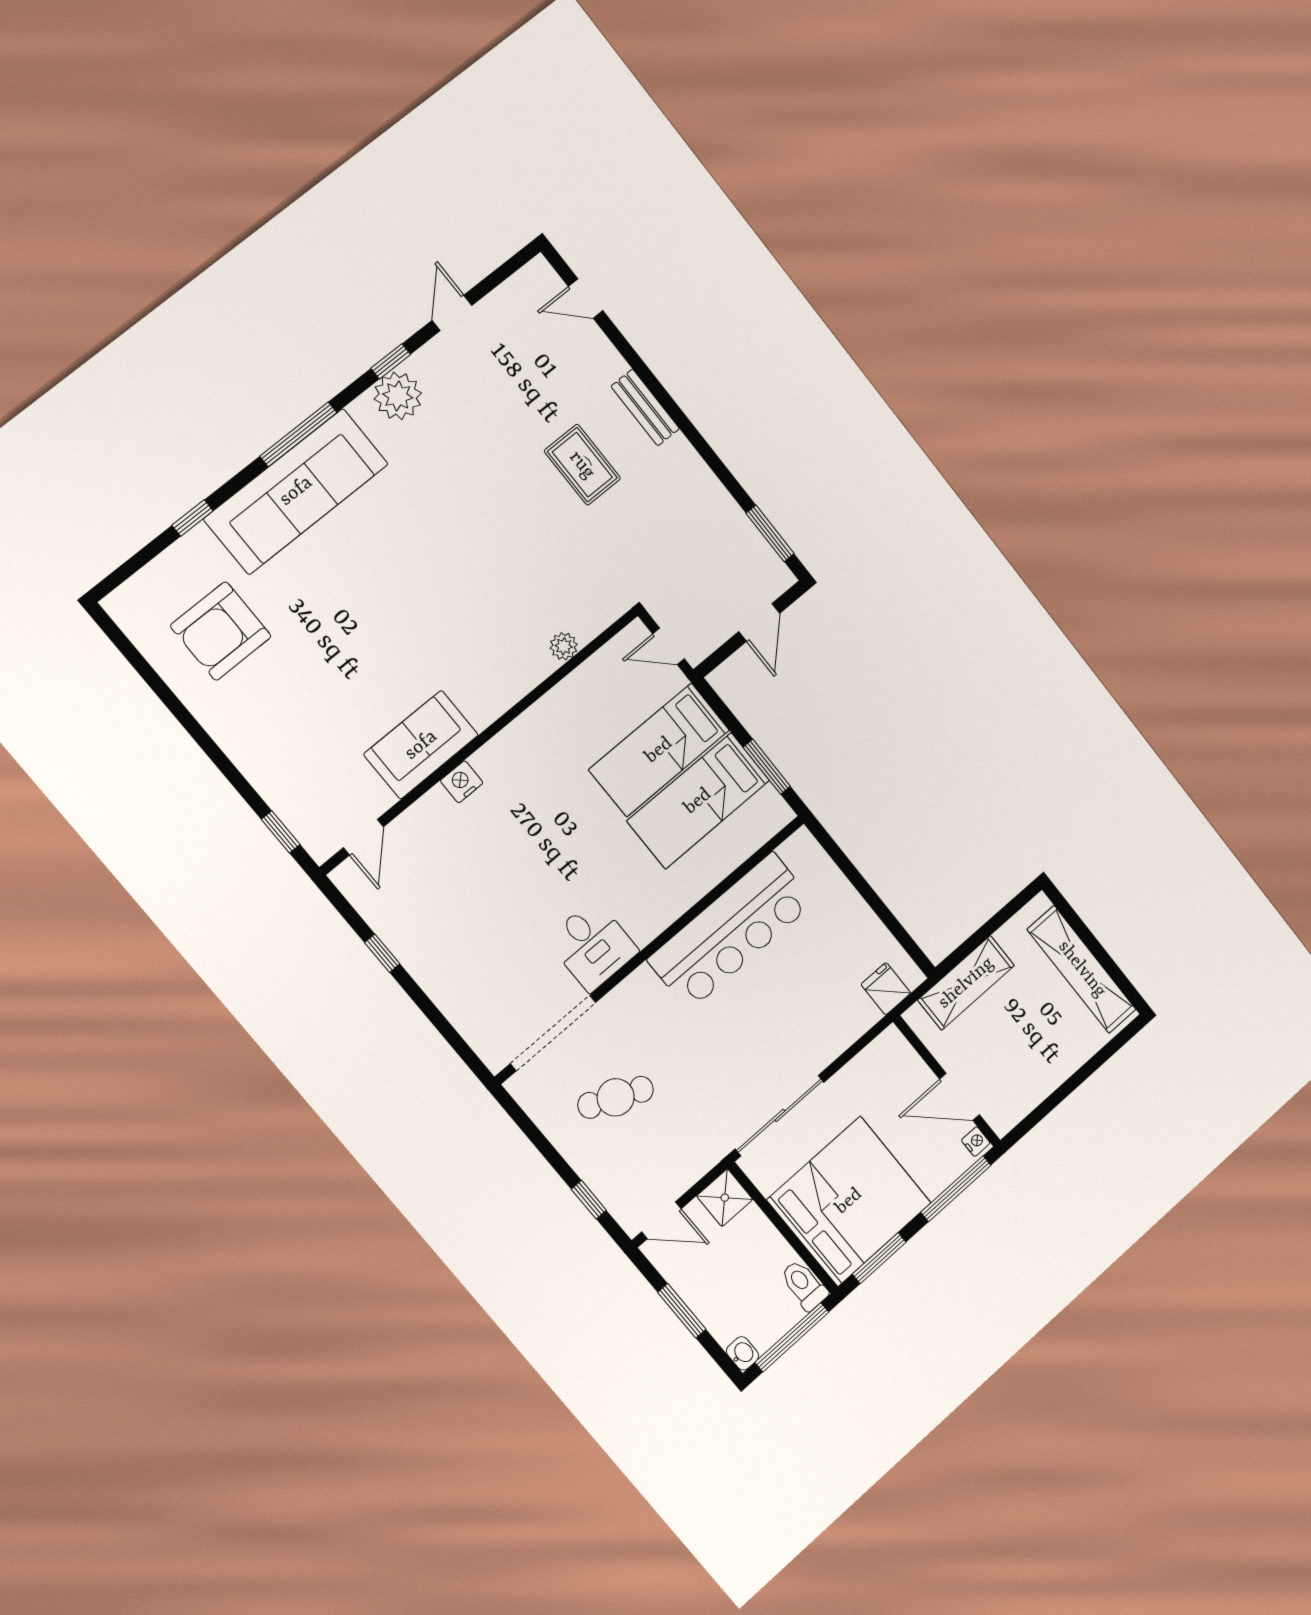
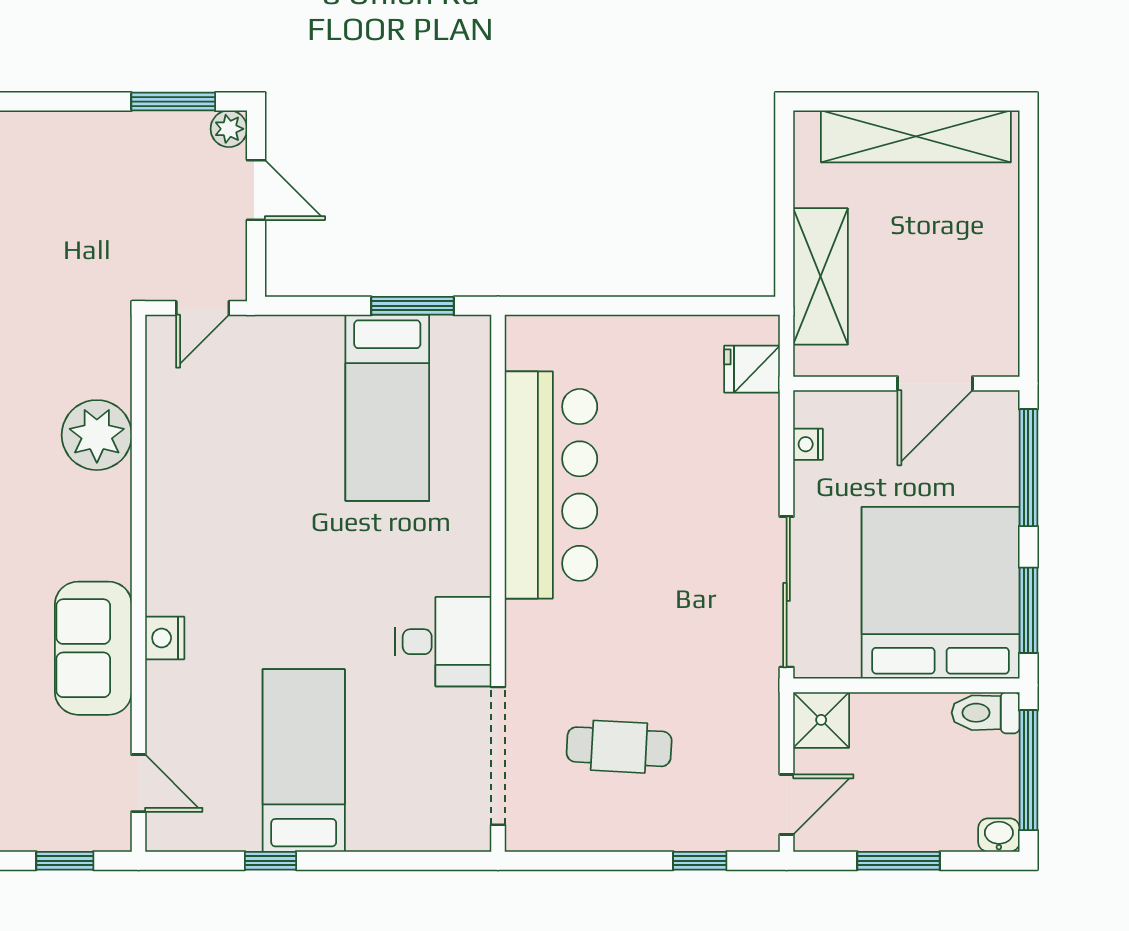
plant: (781, 578) -> (229, 129), added
plant: (564, 646) -> (97, 435), width x1.88, depth x1.88
bed: (659, 750) -> (304, 761), moved, turned 180
cafe table: (616, 1097) -> (619, 747), turned 69
nightstand: (976, 1142) -> (808, 444), moved, turned -90

